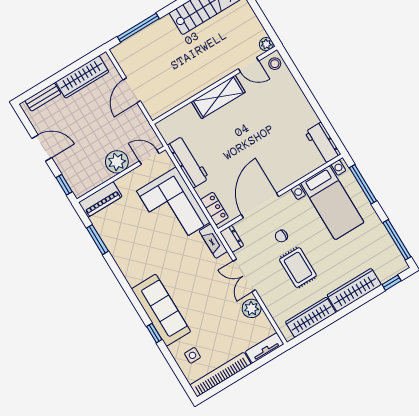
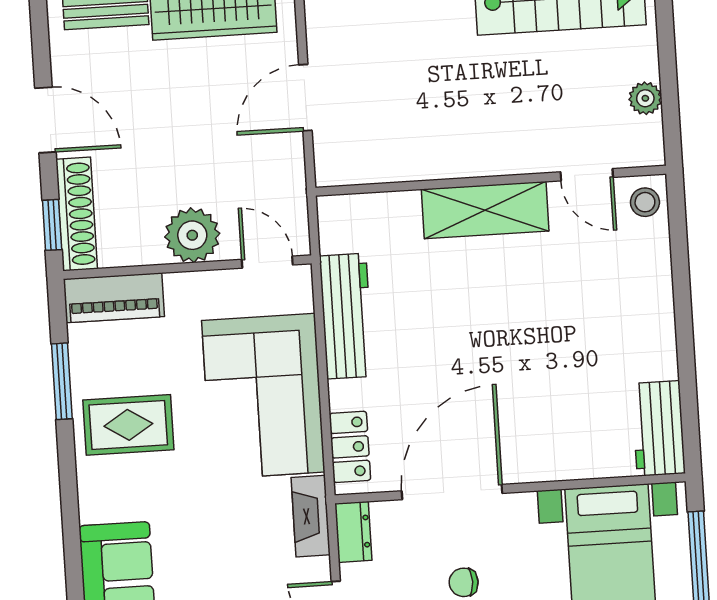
plant: (266, 44) -> (645, 98), moved
shoe rack: (71, 176) -> (77, 214), added
rug: (130, 243) -> (128, 425), added

